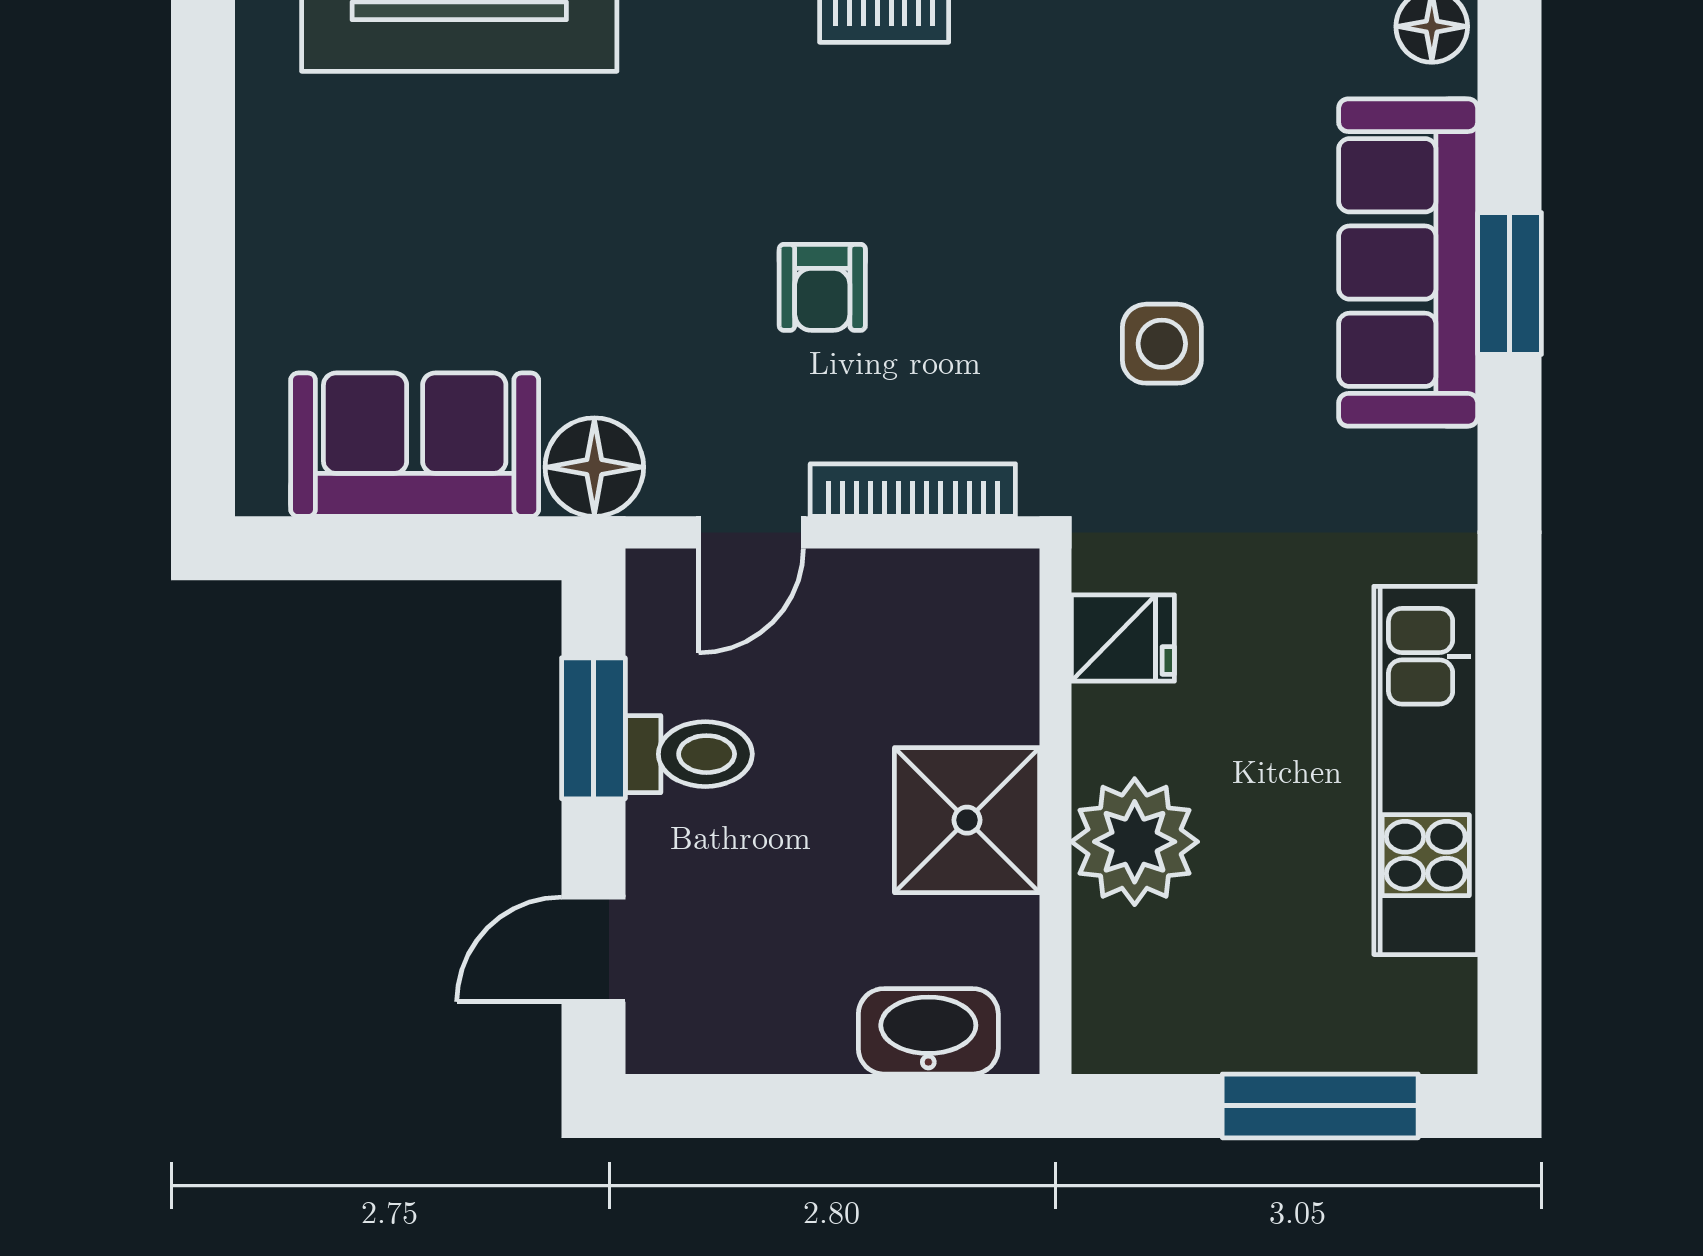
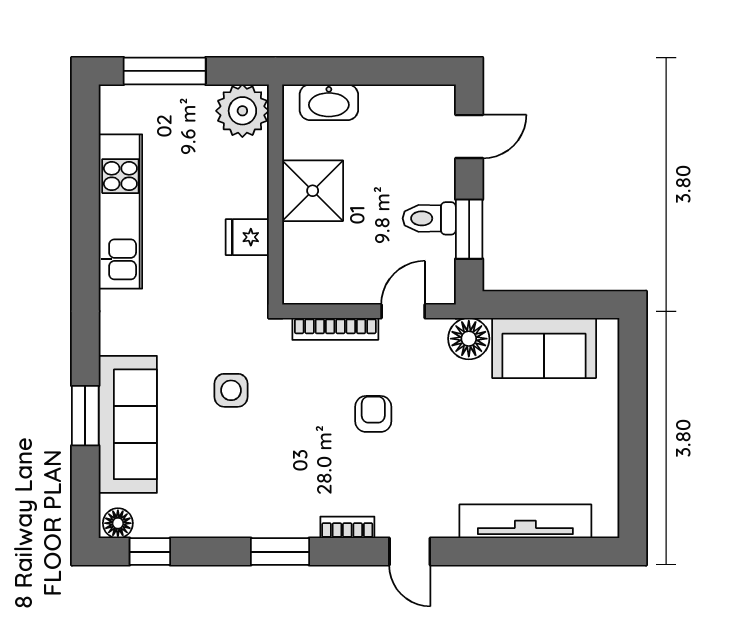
fridge: (1123, 638) -> (247, 237), moved
plant: (1135, 842) -> (242, 111), moved

